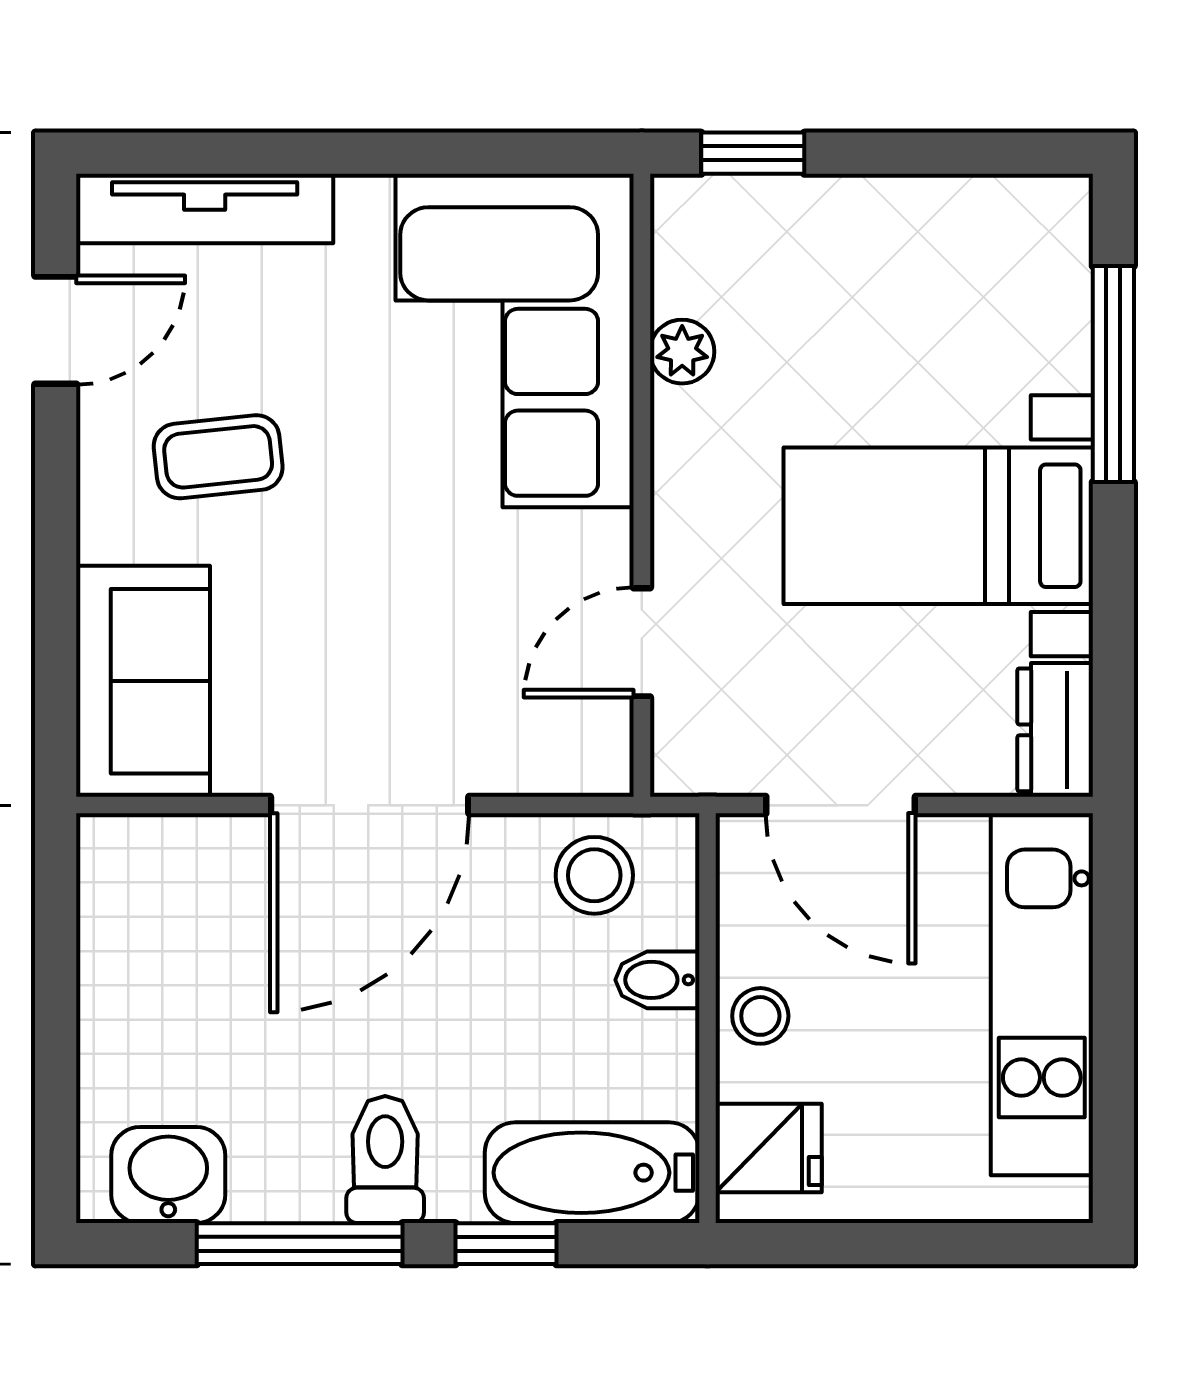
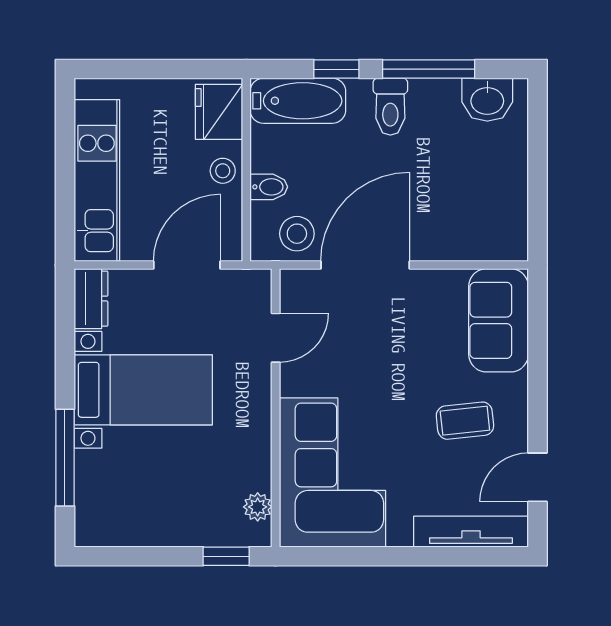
plant: (682, 352) -> (258, 507), moved
door: (370, 805) -> (365, 265), moved
door: (841, 805) -> (187, 265), hinge flipped
fridge: (769, 1148) -> (219, 112), width x1.38

